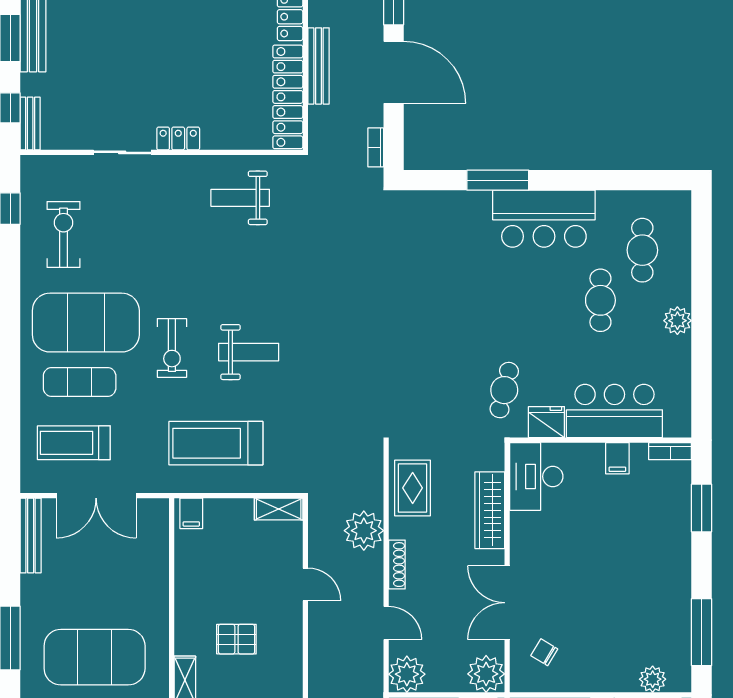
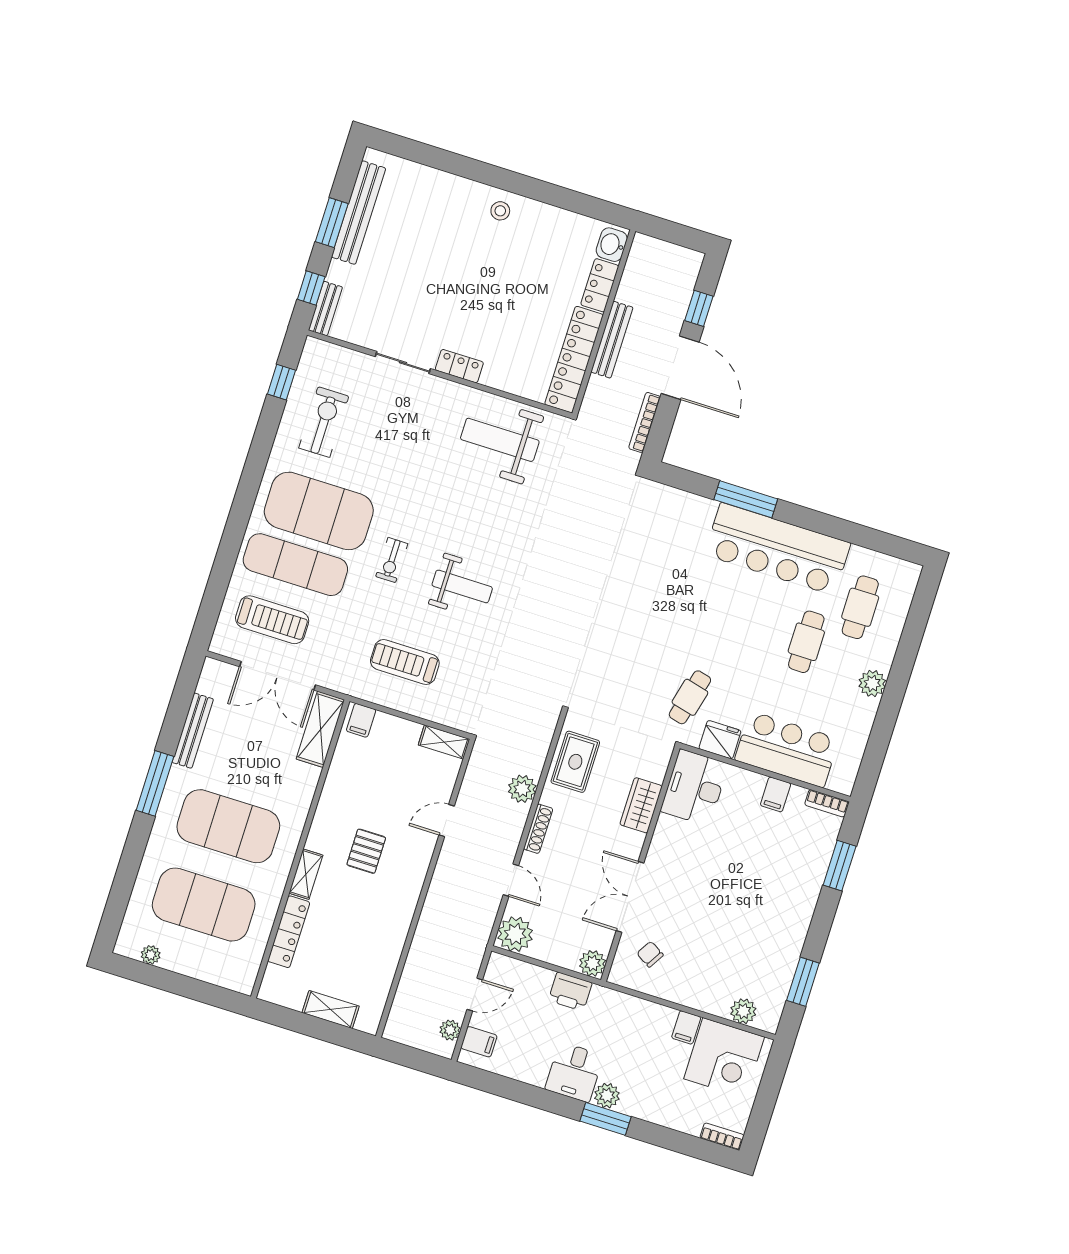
bookcase: (376, 147) -> (645, 422), width x1.56
weight bench: (240, 198) -> (500, 440), width x1.36, depth x1.33
bar counter: (544, 219) -> (778, 549), width x1.36
exercise bike: (172, 348) -> (392, 560), width x0.73, depth x0.72
exercise mat: (80, 382) -> (295, 565), width x1.36, depth x1.45
treadmill: (74, 443) -> (272, 620), turned 180
treadmill: (216, 443) -> (405, 662), width x0.73, depth x0.73
wardrobe: (490, 510) -> (641, 805), width x0.67
plant: (364, 531) -> (522, 789), width x0.73, depth x0.73
shelving: (154, 535) -> (320, 729), added
bench: (31, 536) -> (193, 731), moved
door: (305, 585) -> (447, 820), swing flipped
window: (702, 632) -> (803, 982), width x0.69
pallet: (236, 639) -> (366, 851), turned 90
plant: (486, 674) -> (592, 963), width x0.73, depth x0.73

